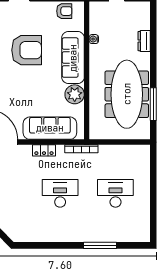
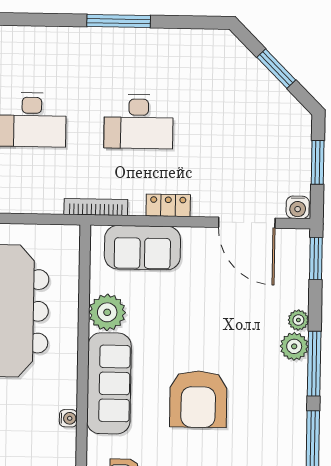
armchair: (27, 50) -> (198, 399), turned -90
sofa: (50, 128) -> (142, 248), width x0.73
window: (100, 245) -> (119, 21), moved

